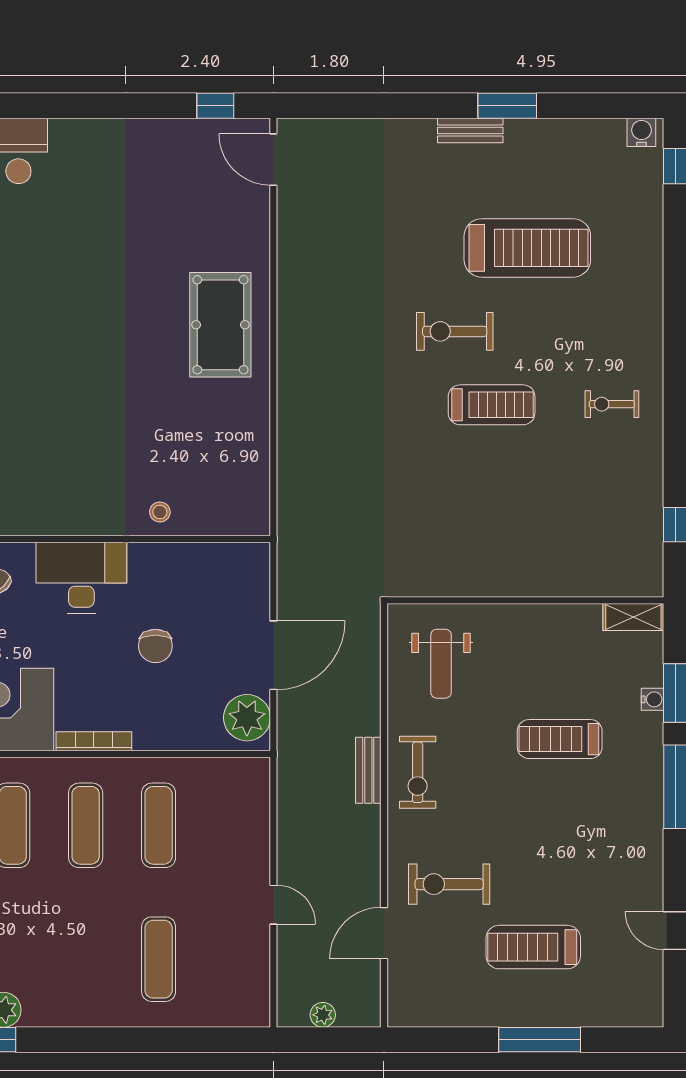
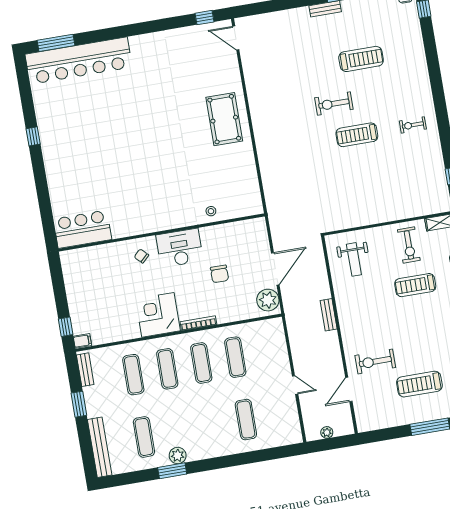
treadmill: (527, 248) -> (361, 59), width x0.73, depth x0.73
treadmill: (492, 405) -> (357, 135), turned 180
exercise bike: (418, 772) -> (409, 245), moved

